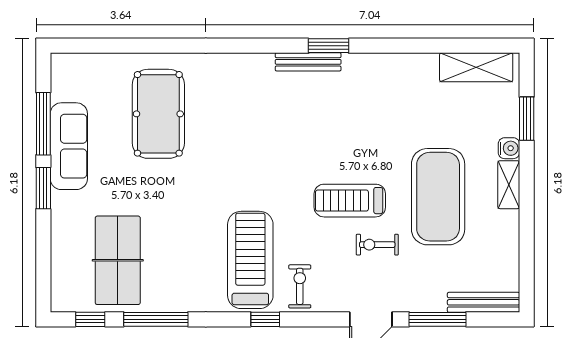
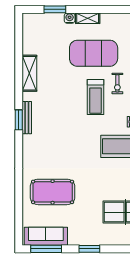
window: (329, 46) -> (19, 120), moved
shelving: (476, 67) -> (29, 73), moved
window: (43, 124) -> (46, 249), moved
sofa: (69, 146) -> (46, 236), moved

